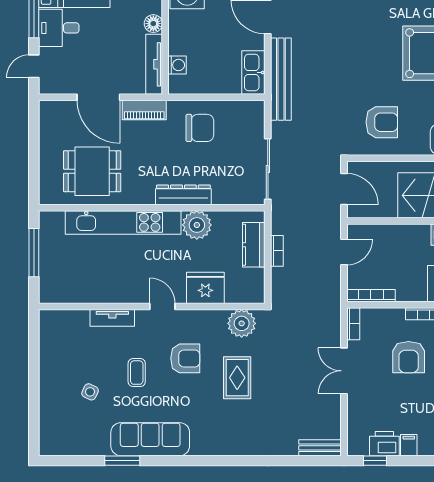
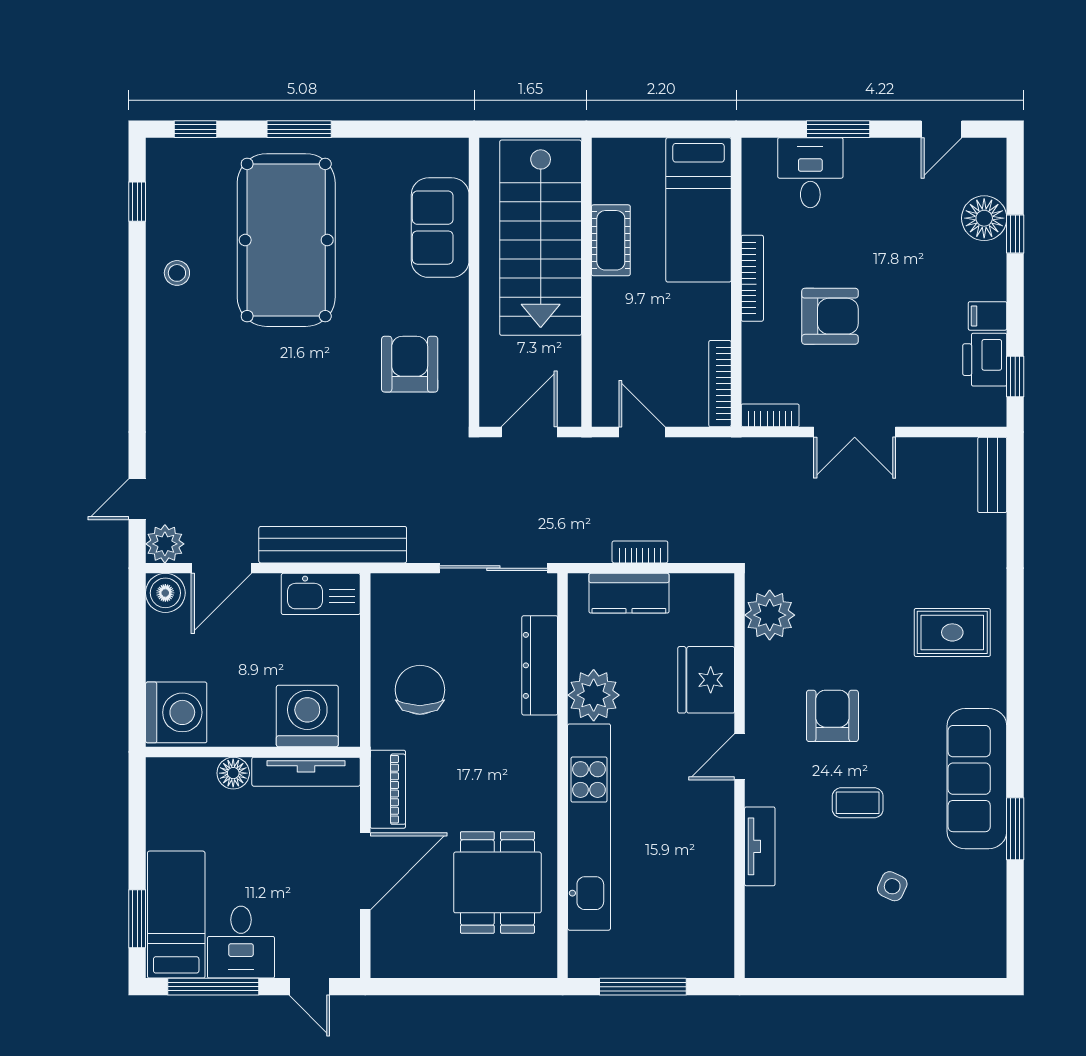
washing machine: (177, 65) -> (307, 716), width x1.89, depth x1.89
dresser: (183, 195) -> (540, 665), moved
rug: (237, 378) -> (952, 632), moved

